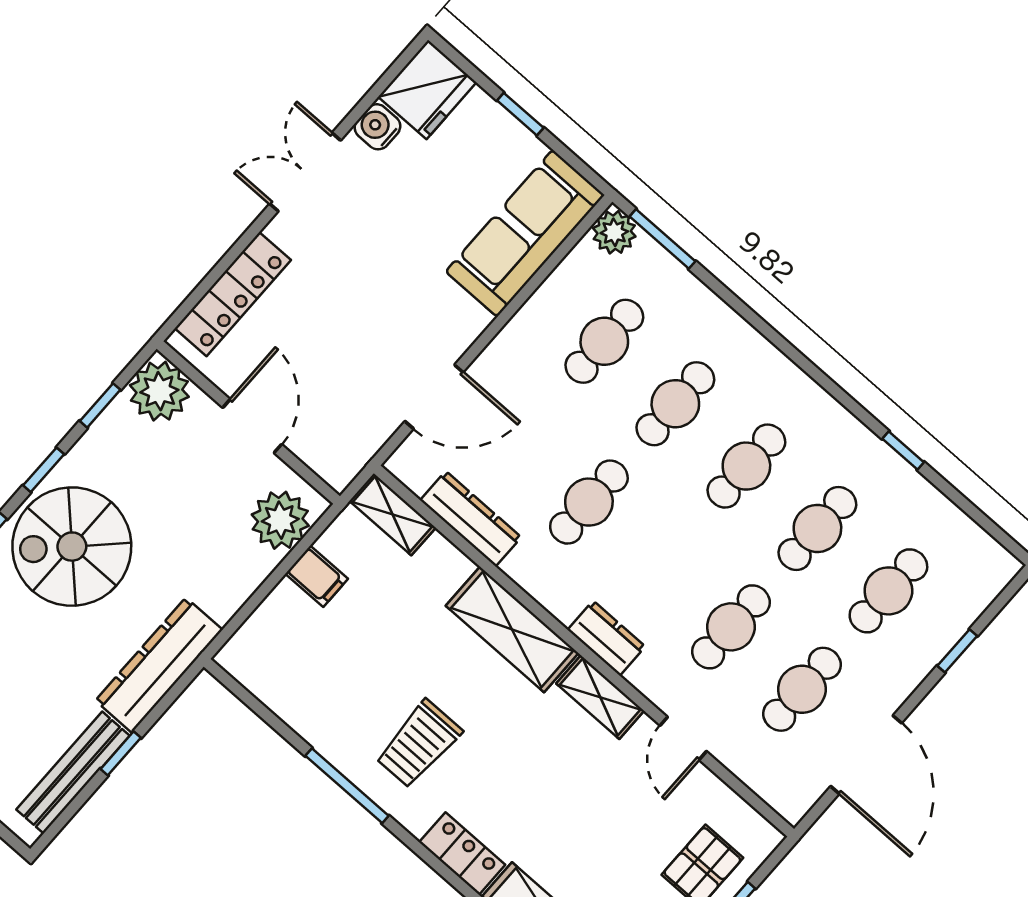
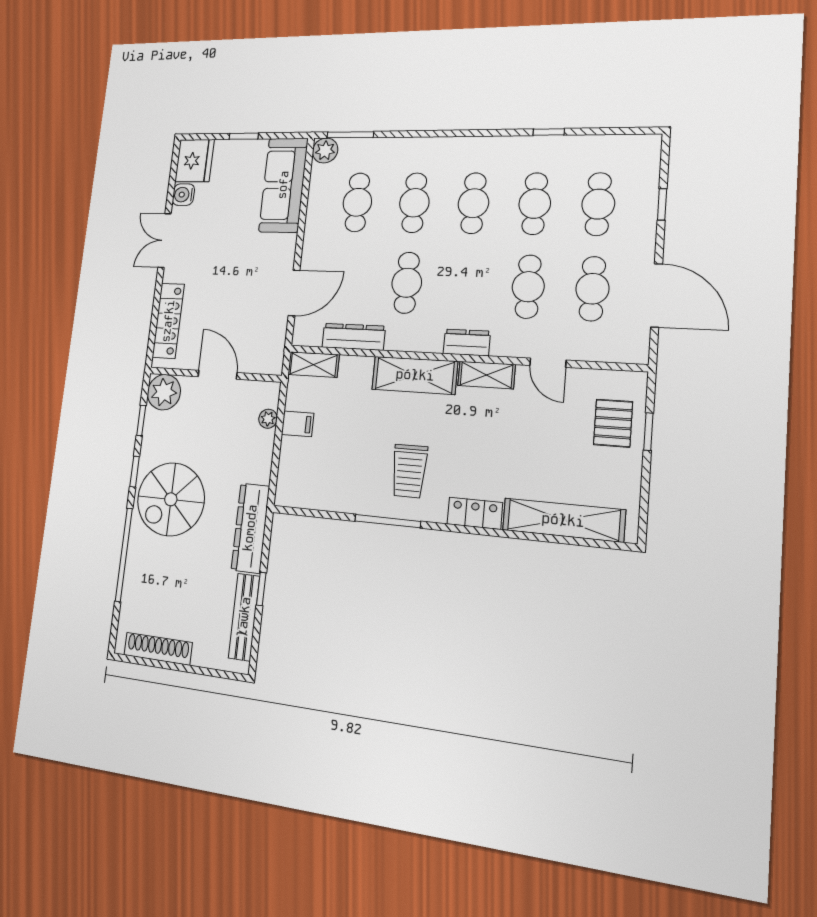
plant: (280, 520) -> (268, 419), width x0.53, depth x0.53

